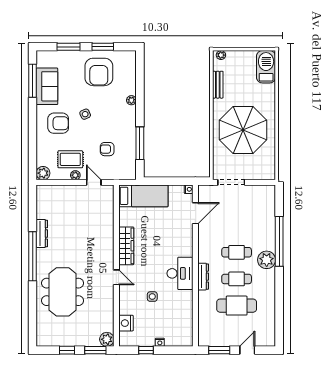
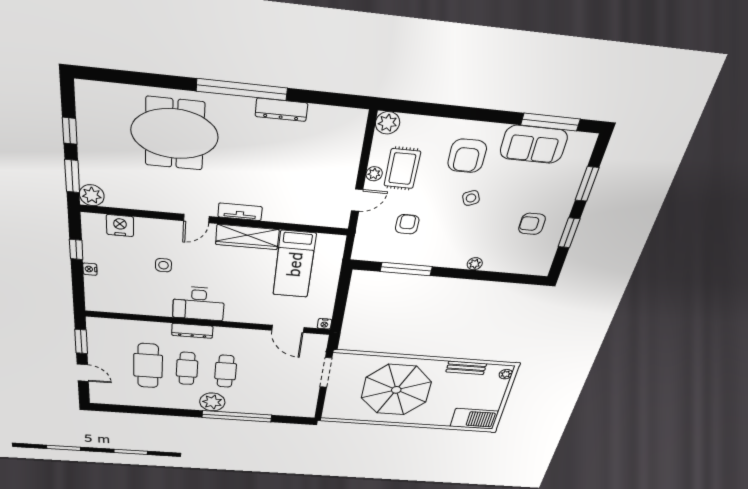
armchair: (99, 72) -> (532, 224), width x0.53, depth x0.53
bed: (143, 196) -> (294, 264), moved
tv unit: (109, 252) -> (240, 212), added

